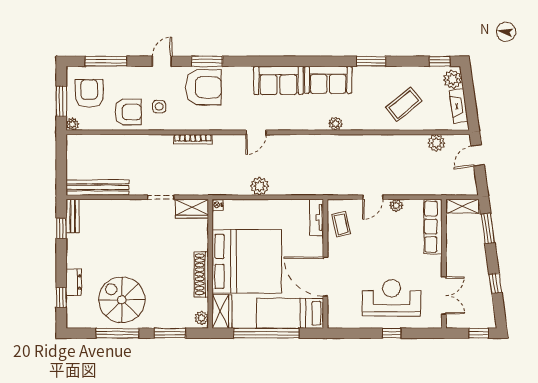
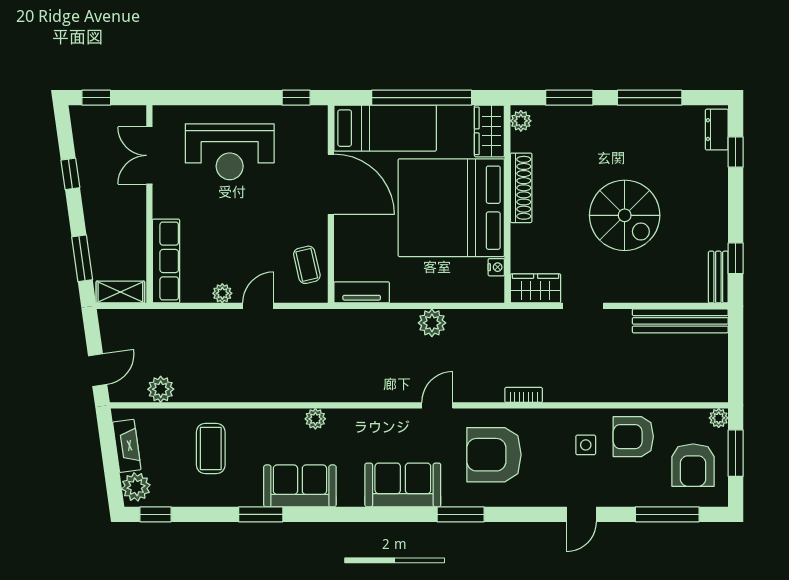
window: (207, 61) -> (461, 514), moved
sofa: (328, 80) -> (300, 486), moved
armchair: (203, 87) -> (494, 455), moved
coffee table: (404, 104) -> (211, 448), turned -51
bookcase: (193, 139) -> (524, 395), width x0.64
nightstand: (218, 205) -> (496, 267), moved
tv unit: (317, 217) -> (362, 292), moved, turned -90
dresser: (74, 282) -> (717, 130), moved
spiral stairs: (122, 300) -> (625, 215), moved
window: (392, 333) -> (296, 98), moved

